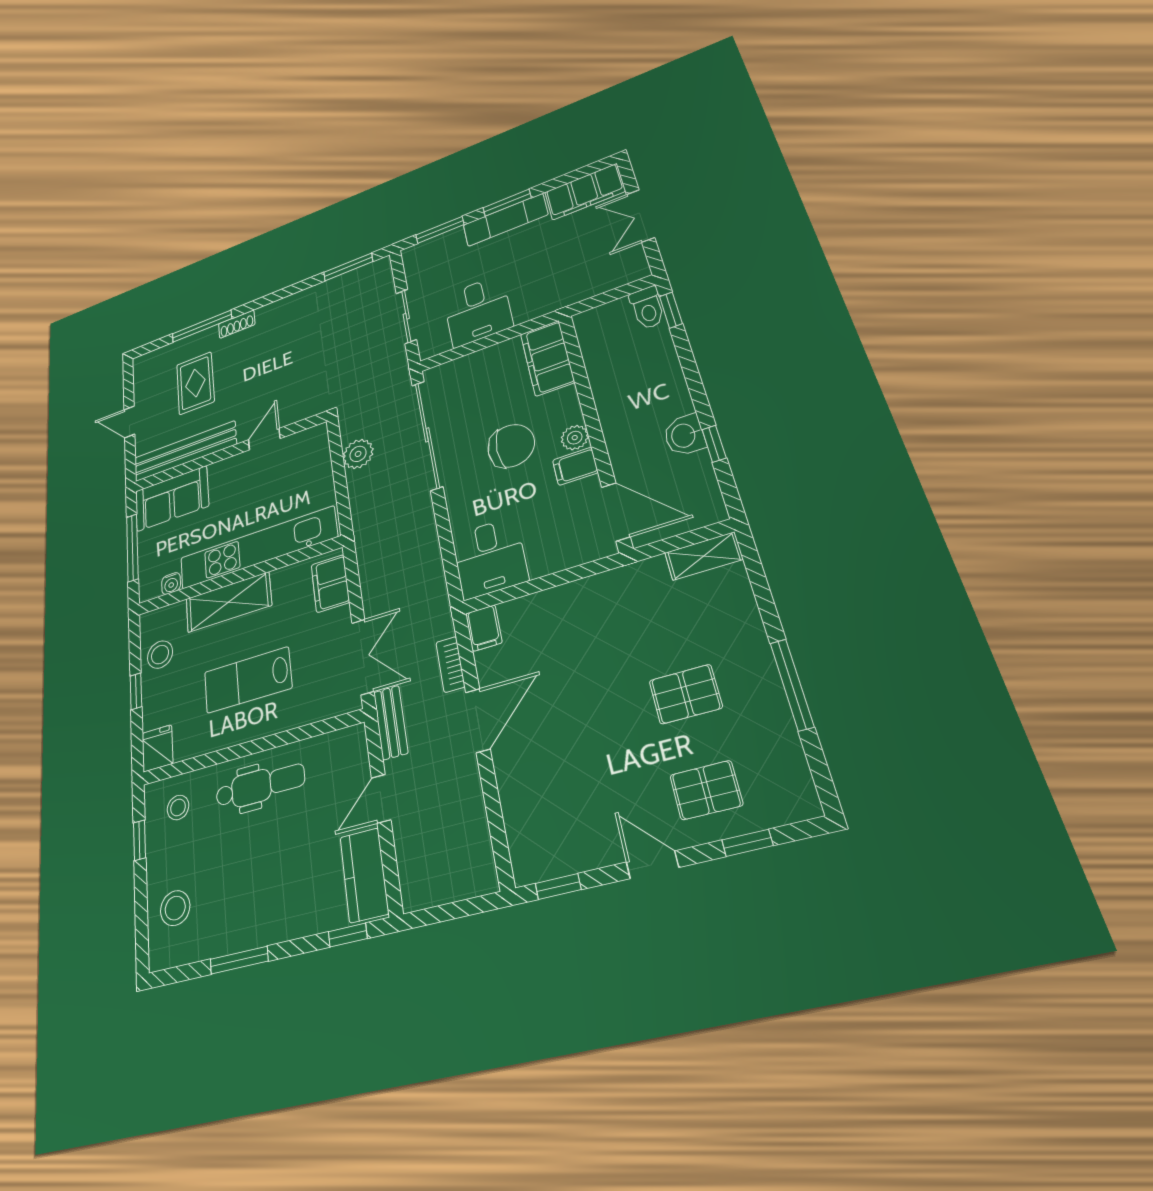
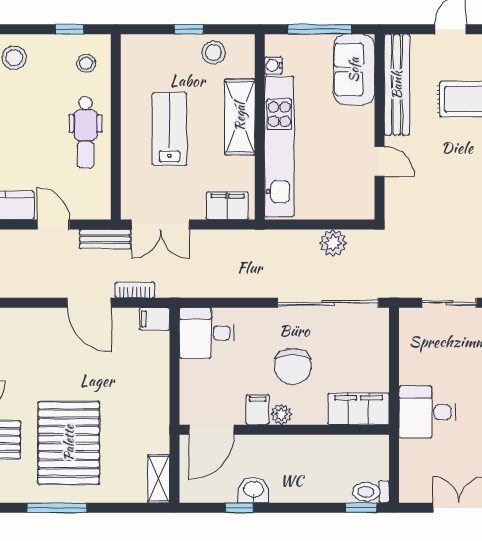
desk: (478, 311) -> (427, 412), moved
pallet: (686, 694) -> (69, 443), width x2.05, depth x2.00
fridge: (157, 748) -> (136, 47), removed

